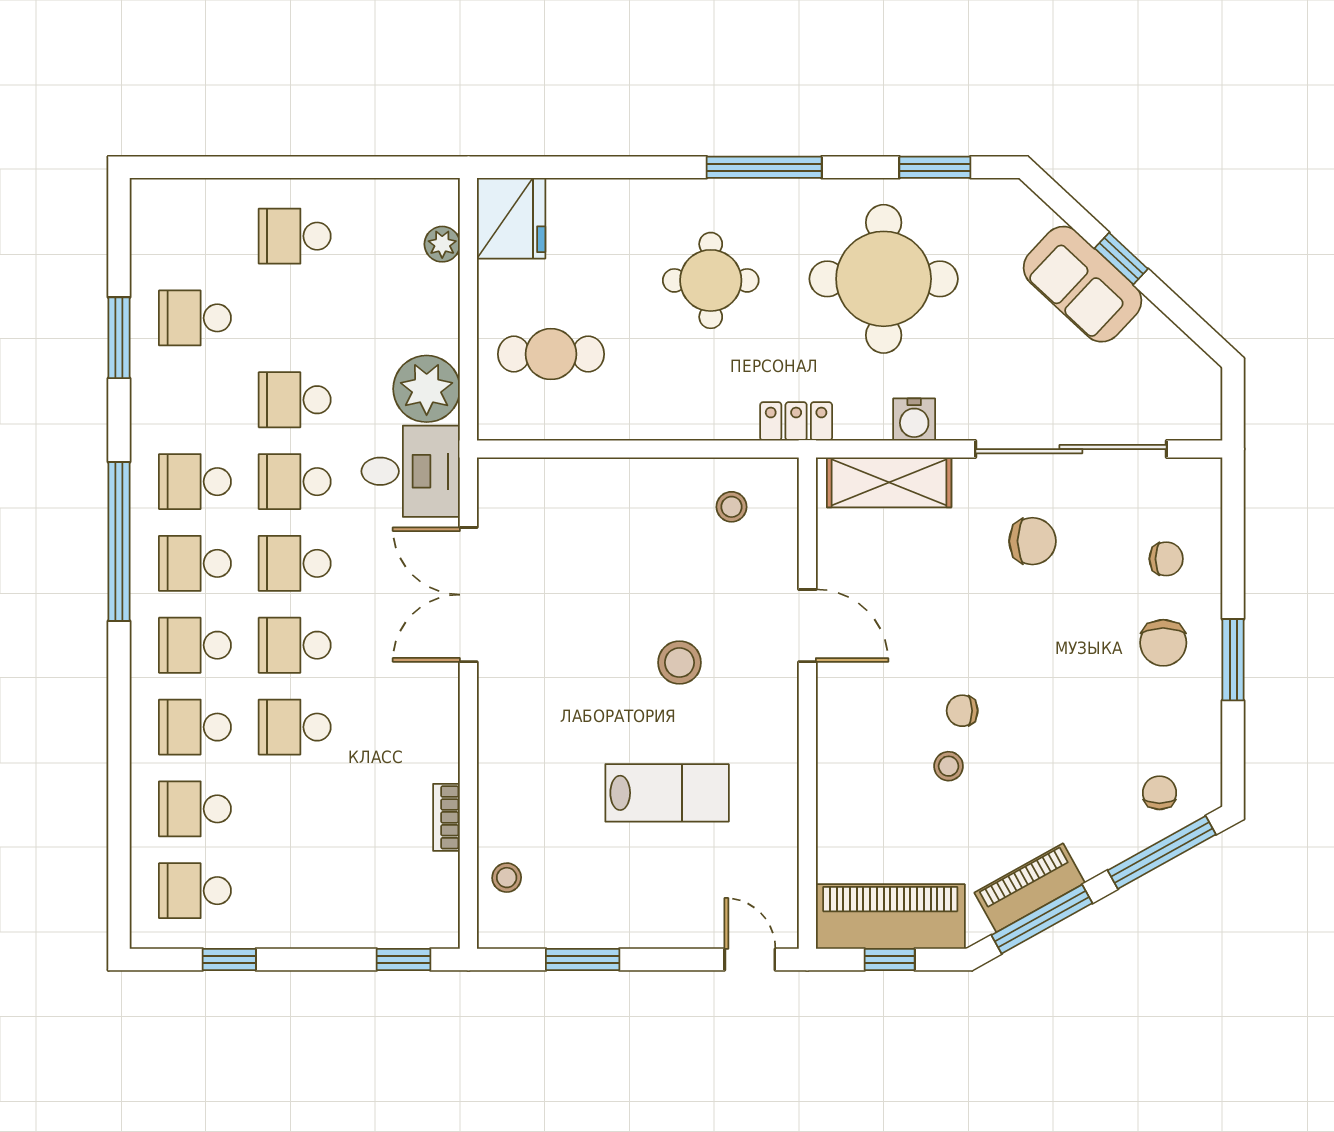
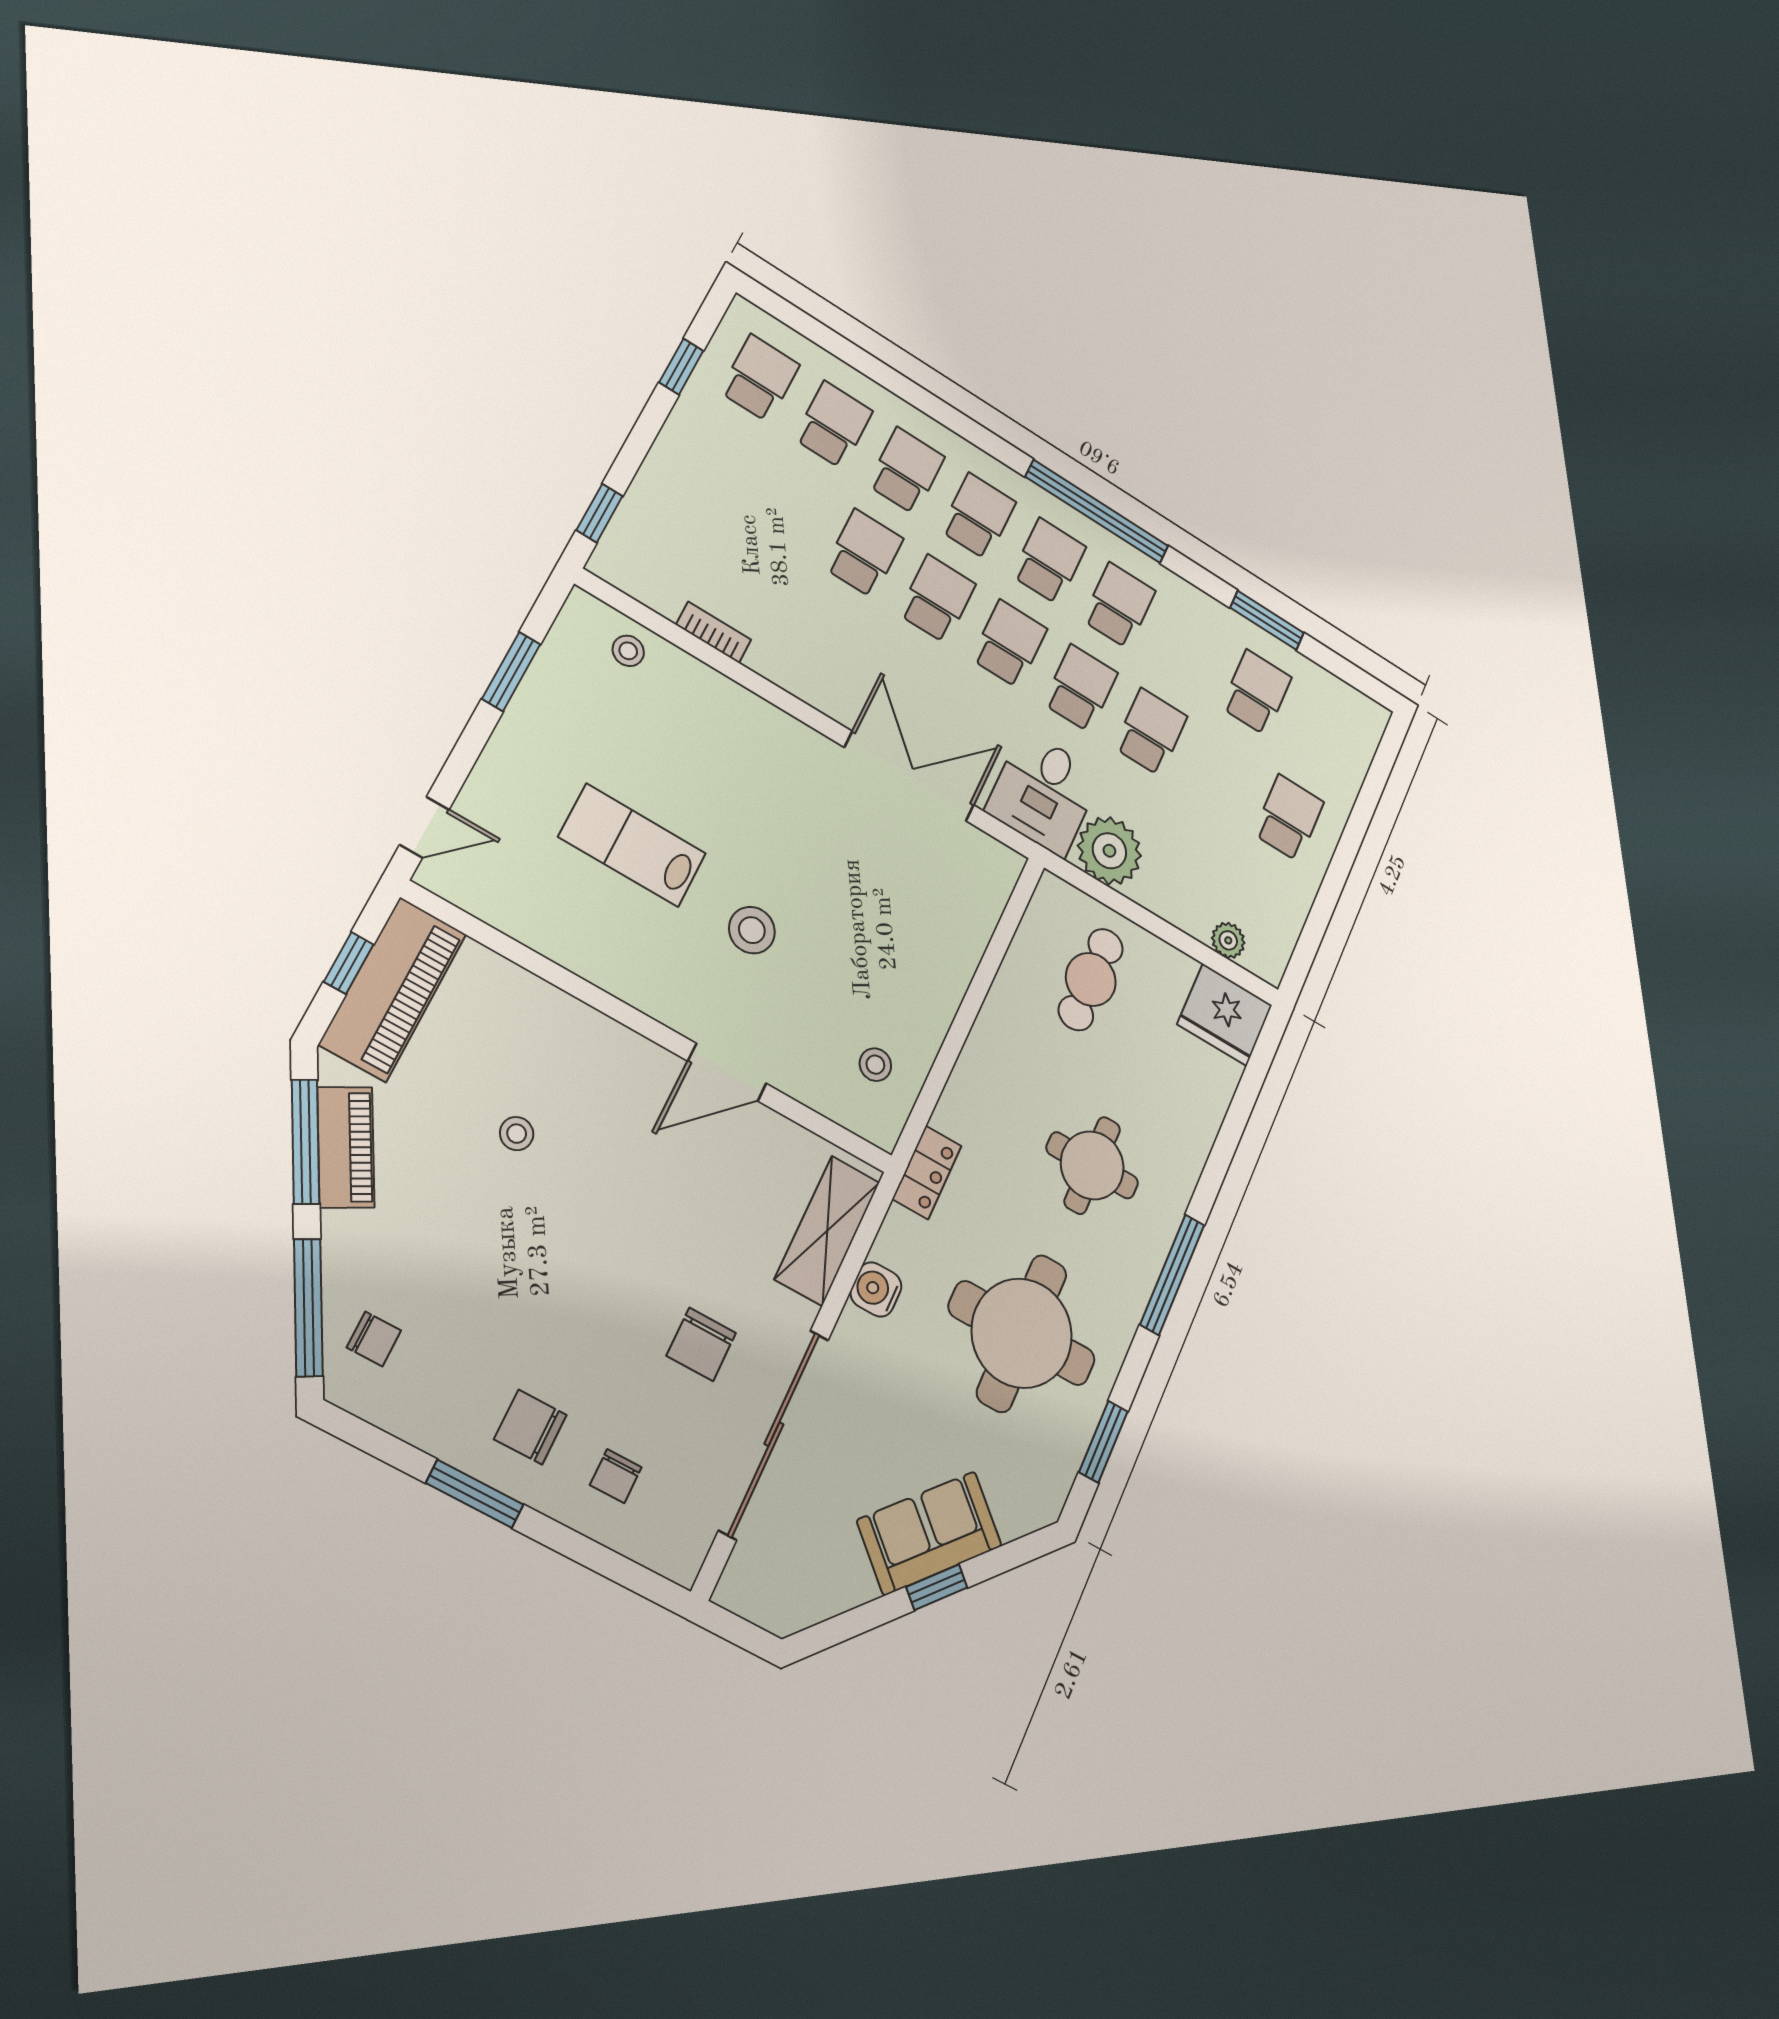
chair: (962, 711) -> (566, 1179), removed
lab bench: (667, 793) -> (632, 845), turned 90

